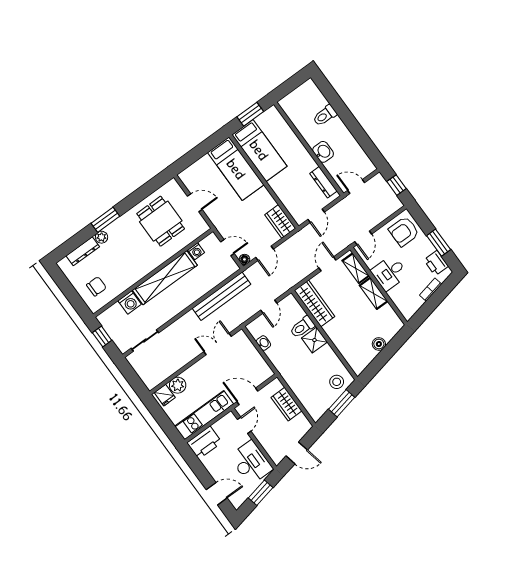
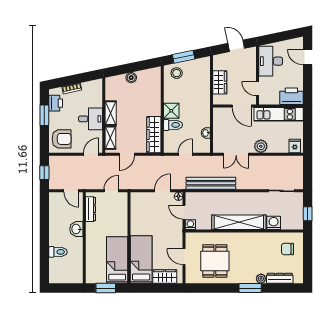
wardrobe: (280, 221) -> (165, 277), moved, turned -90
washing machine: (196, 251) -> (190, 225), moved
plant: (178, 385) -> (261, 146), moved
door: (244, 425) -> (257, 89), hinge flipped
window: (261, 493) -> (279, 37), removed

